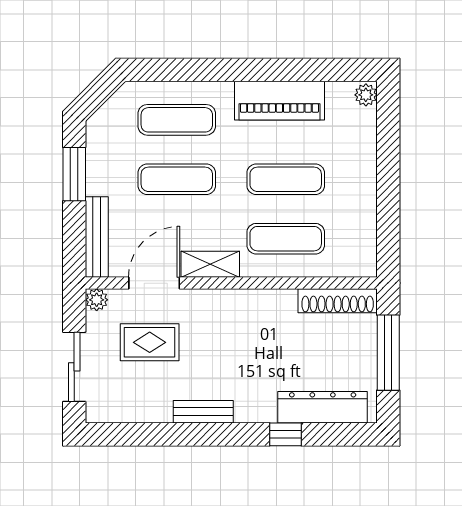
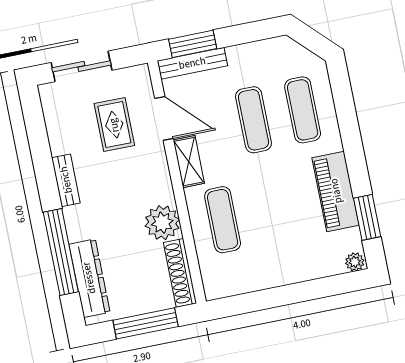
window: (317, 70) -> (367, 217), added
window: (74, 174) -> (193, 44), moved
exercise mat: (286, 179) -> (272, 210), removed
plant: (97, 300) -> (162, 223), moved, width x1.88, depth x1.88
window: (285, 434) -> (61, 252), width x3.17

